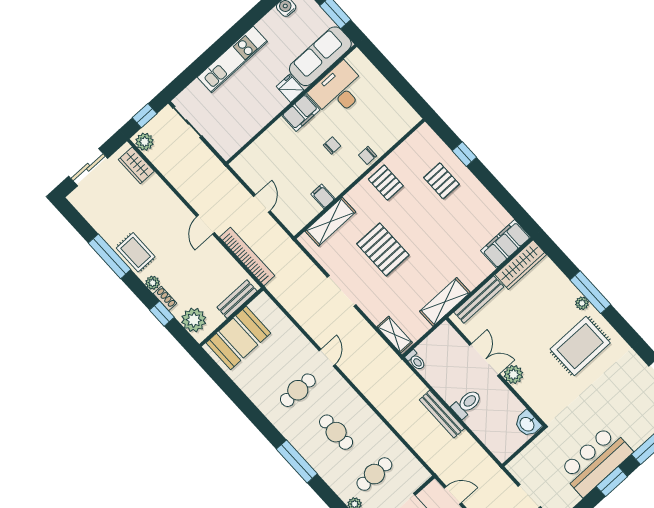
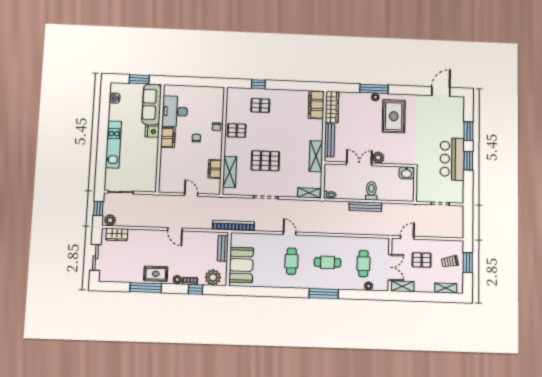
filing cabinet: (323, 196) -> (215, 169), width x2.00
bookcase: (247, 256) -> (233, 226), moved

